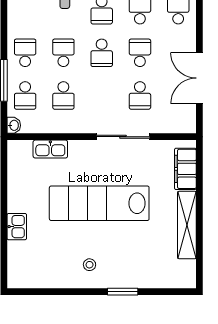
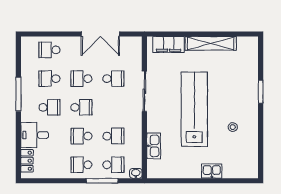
lab bench: (99, 203) -> (194, 109), turned 180
stool: (90, 265) -> (233, 127), moved

